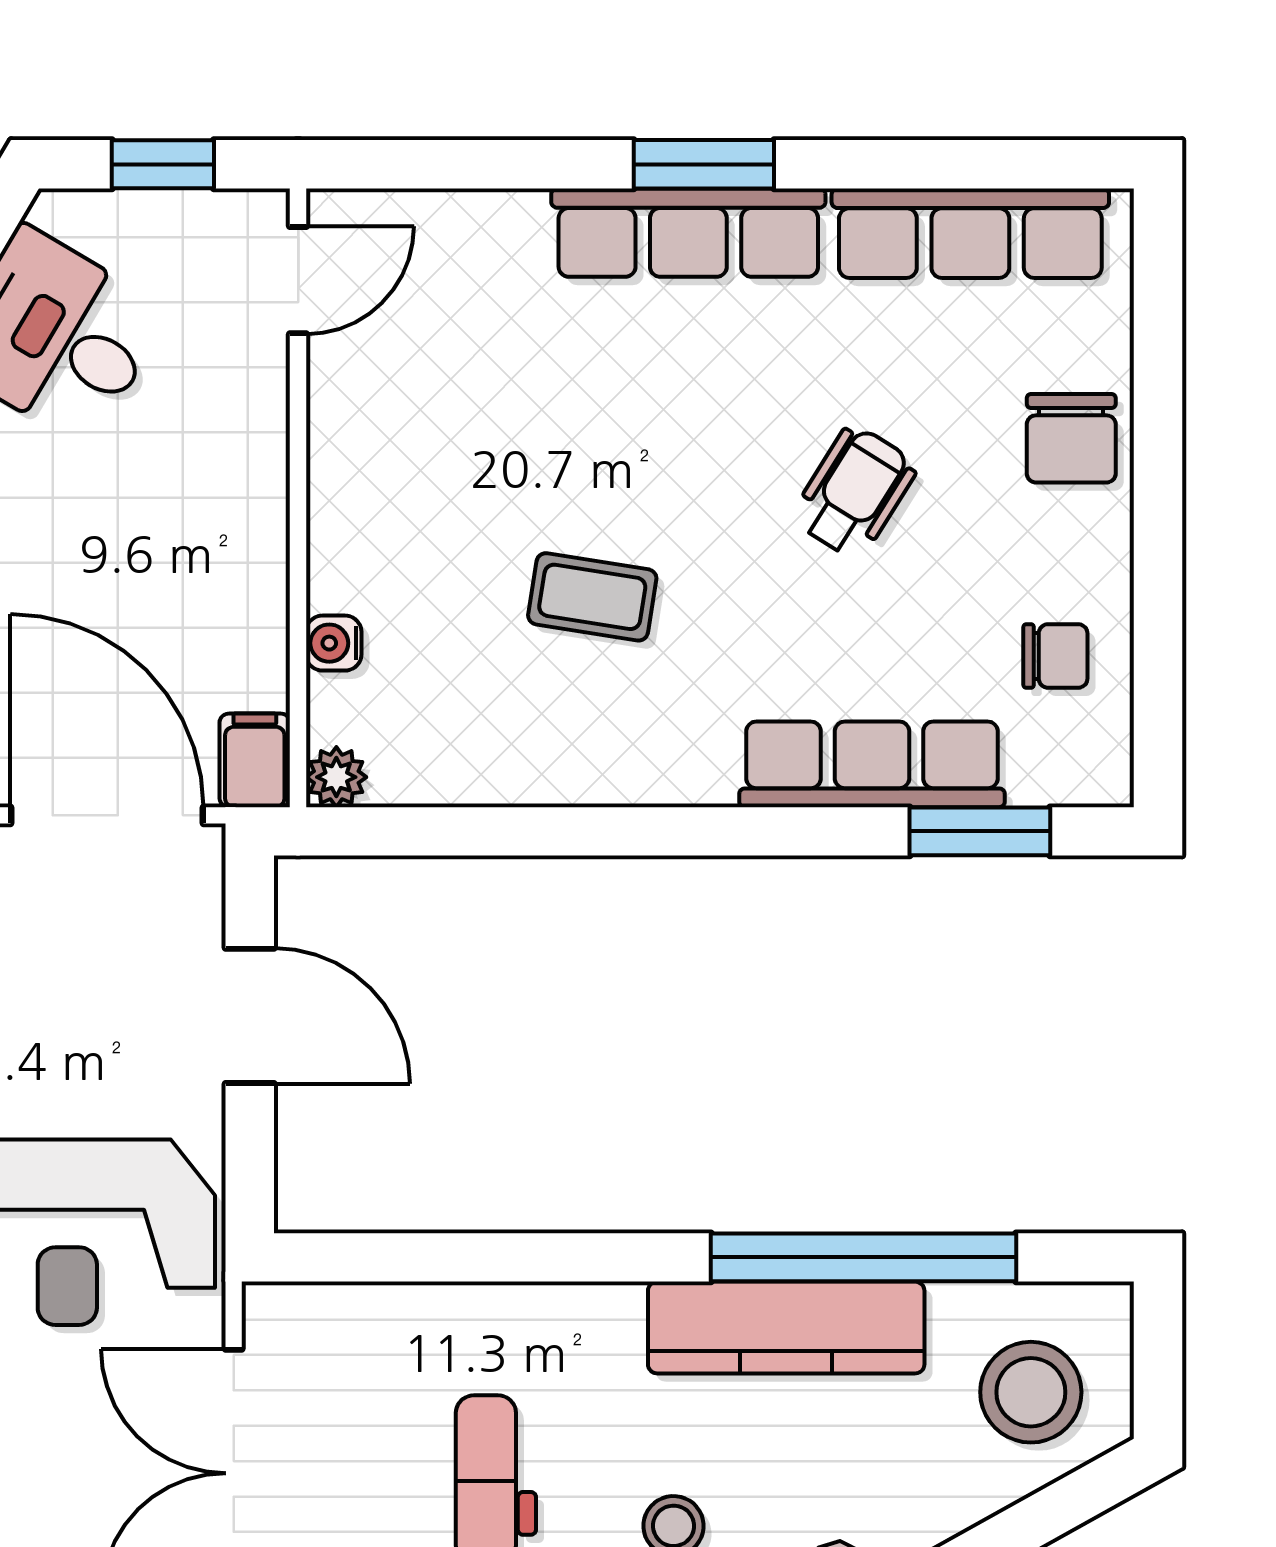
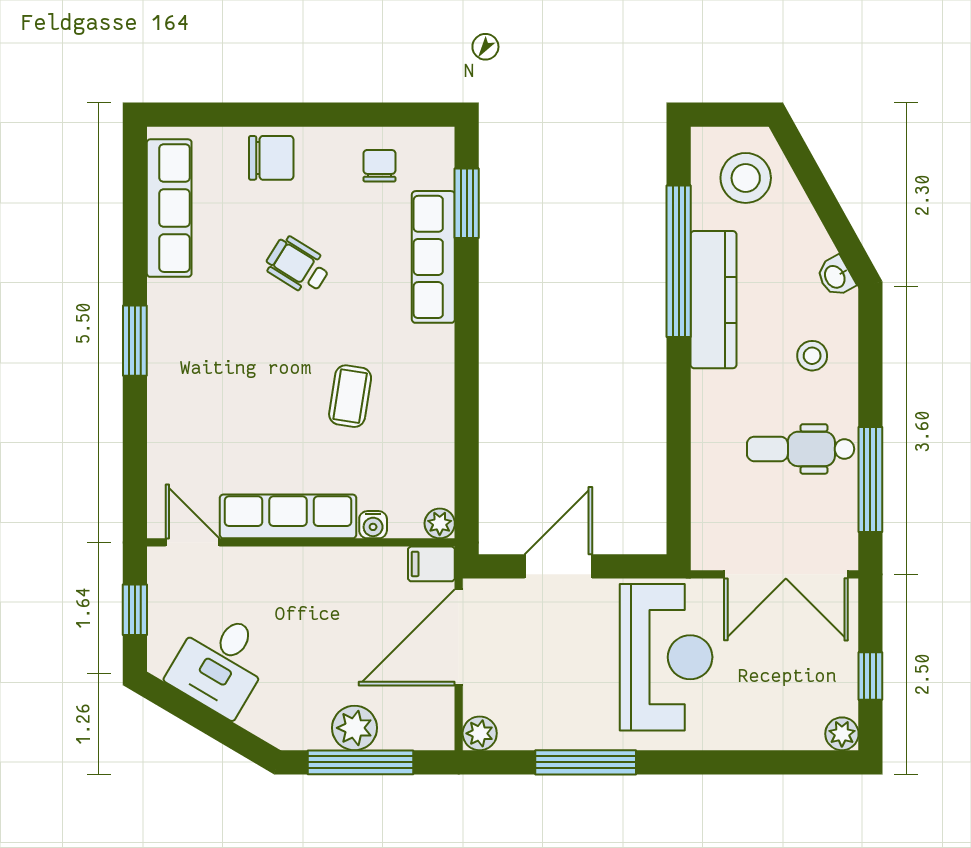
row of seats: (688, 233) -> (288, 516), moved, turned -90

